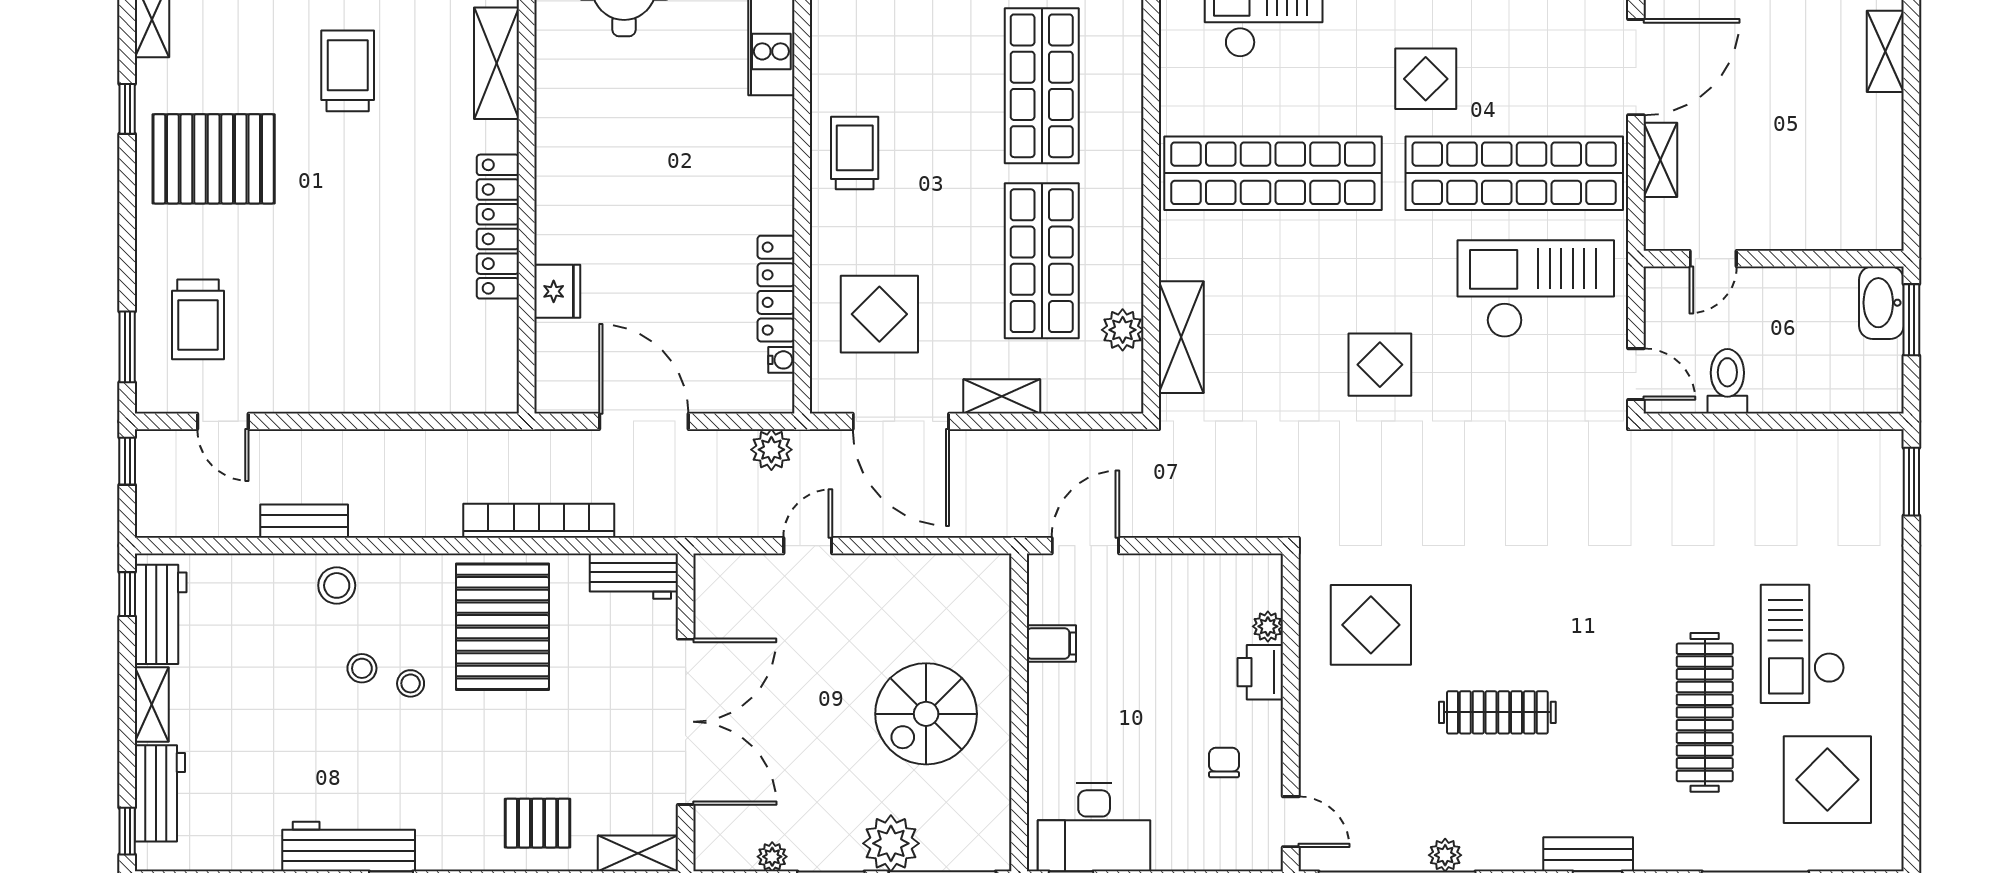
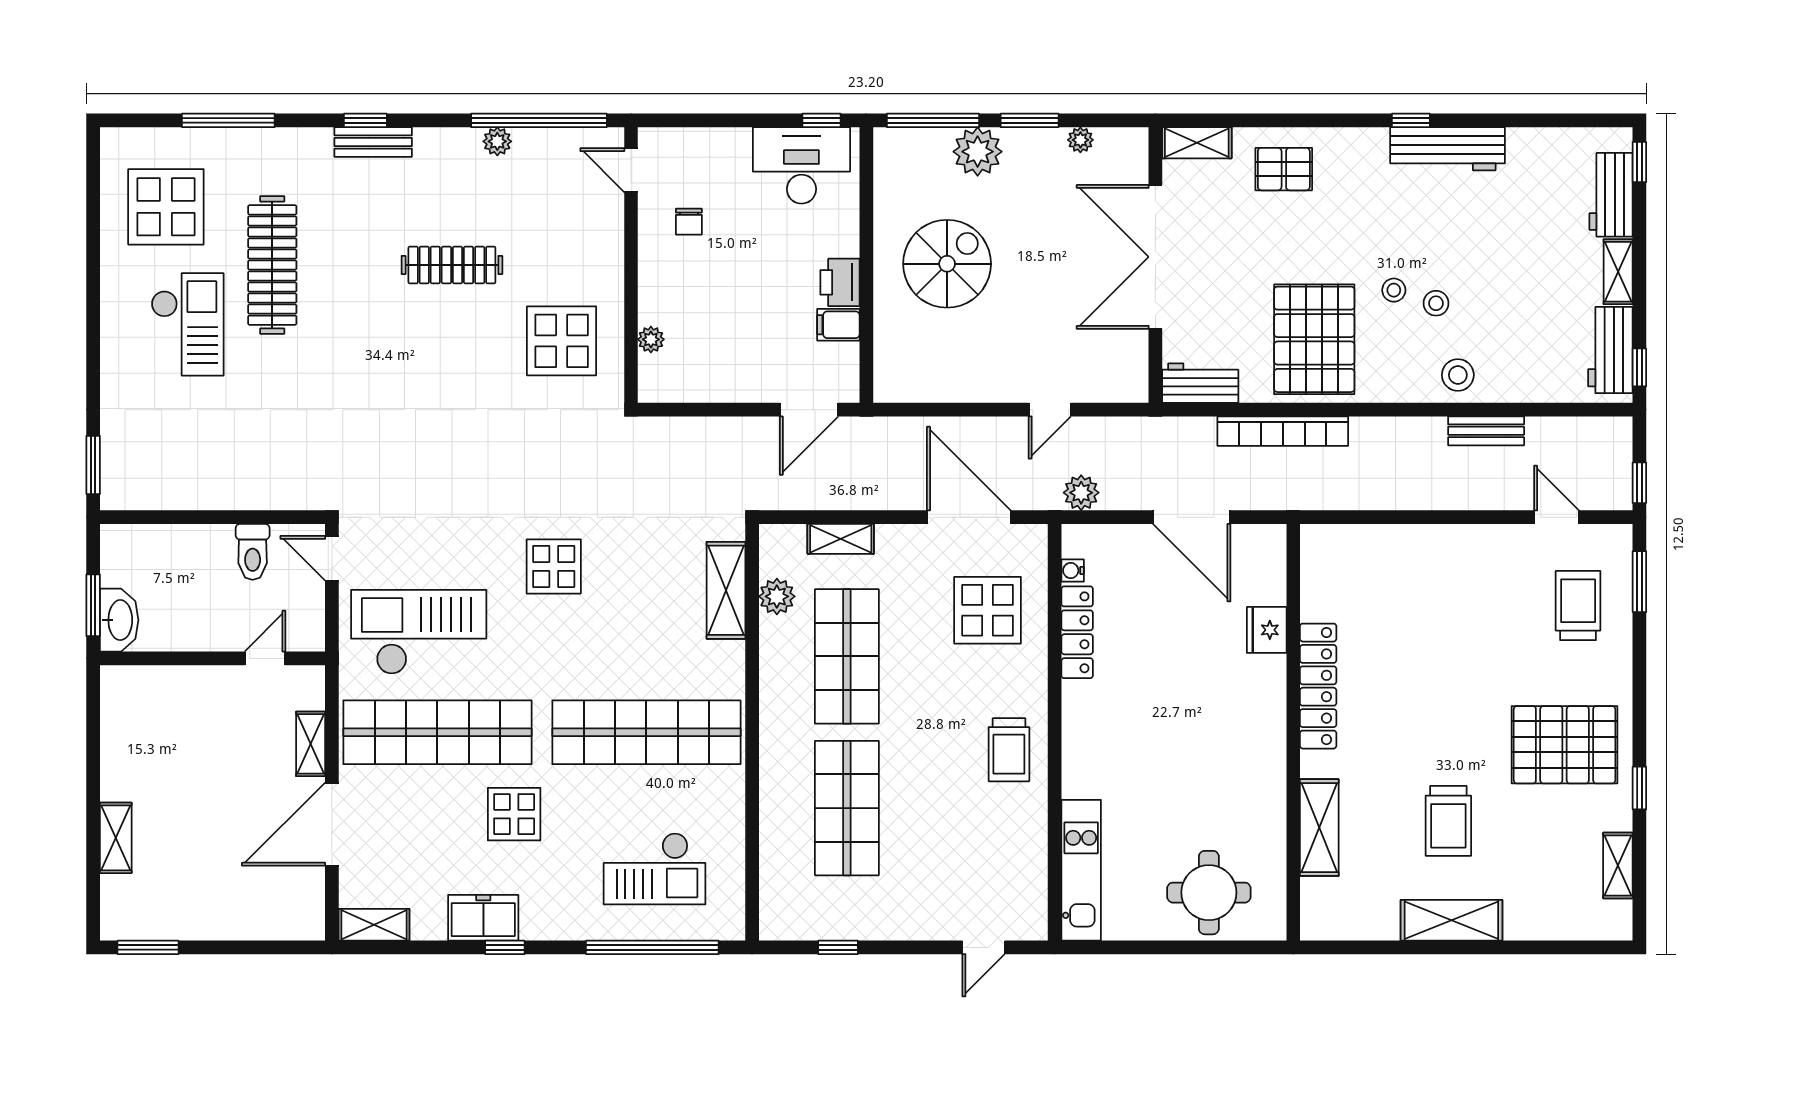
checkout: (1536, 289) -> (419, 632), turned 180
shelving: (1002, 396) -> (841, 539), moved
printer: (1260, 672) -> (840, 282), moved, turned 180

